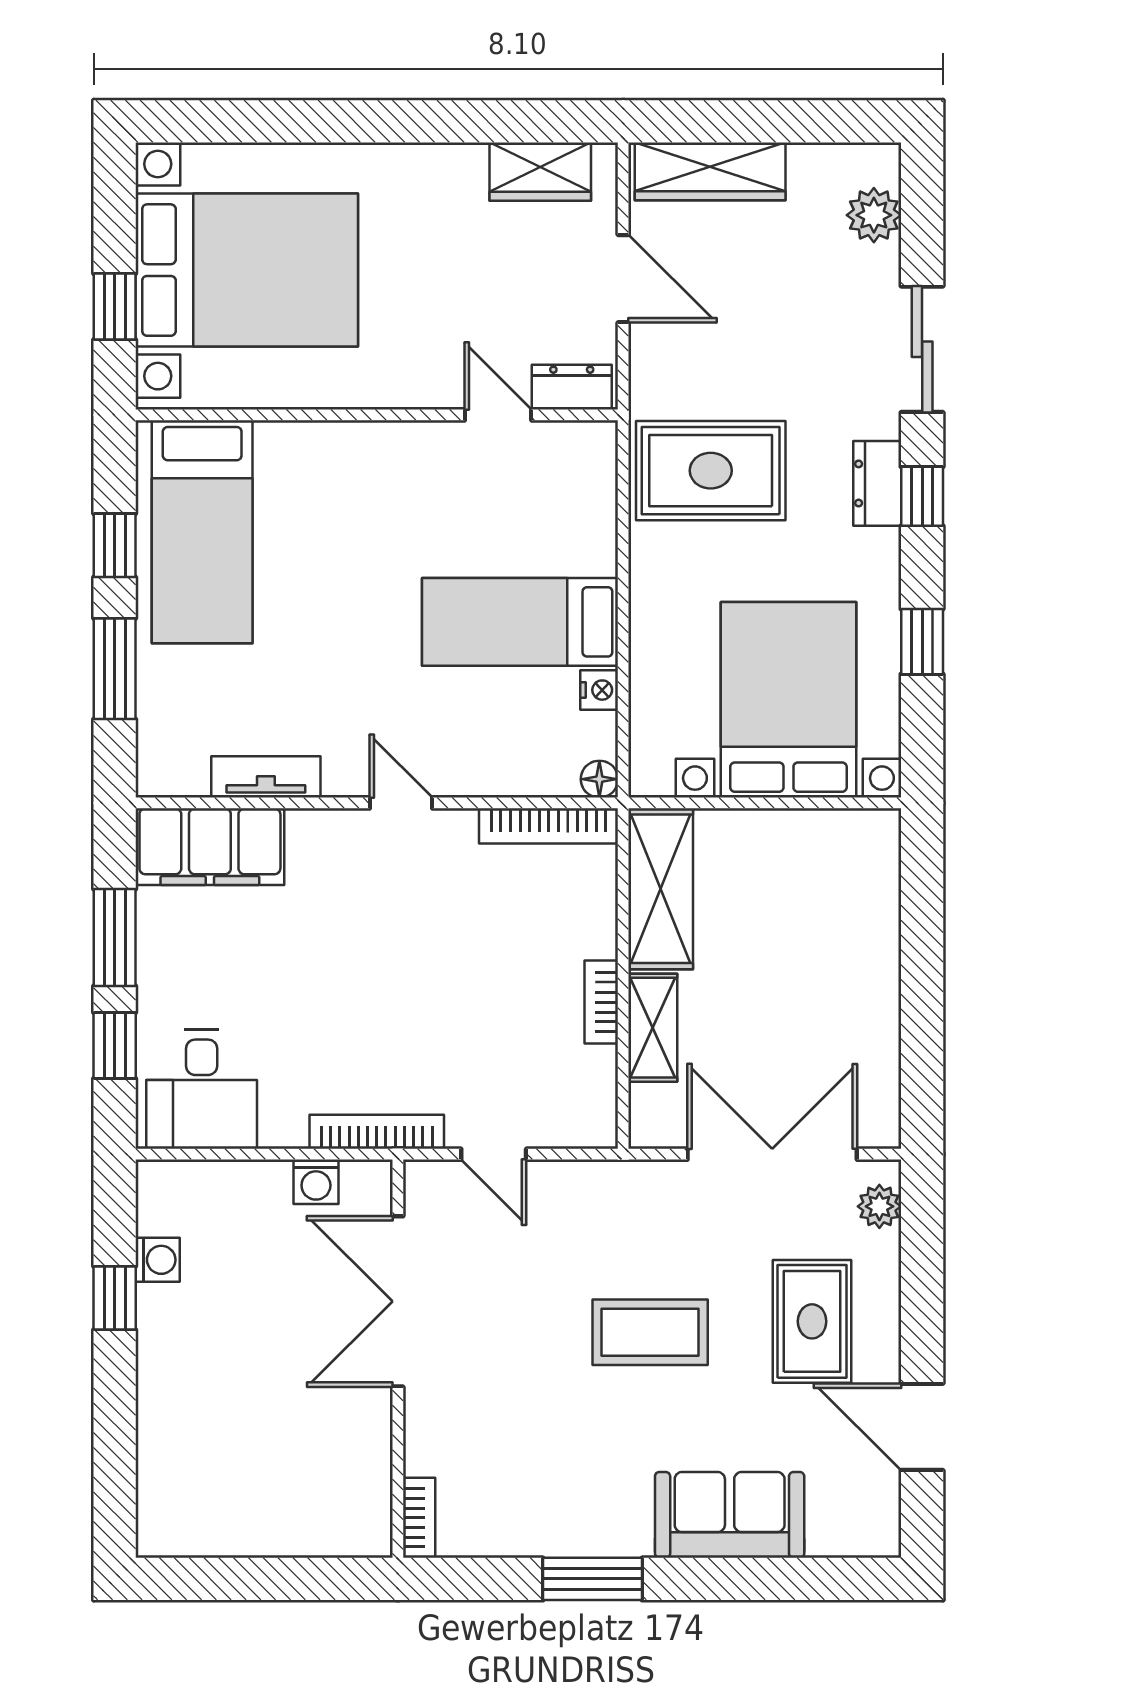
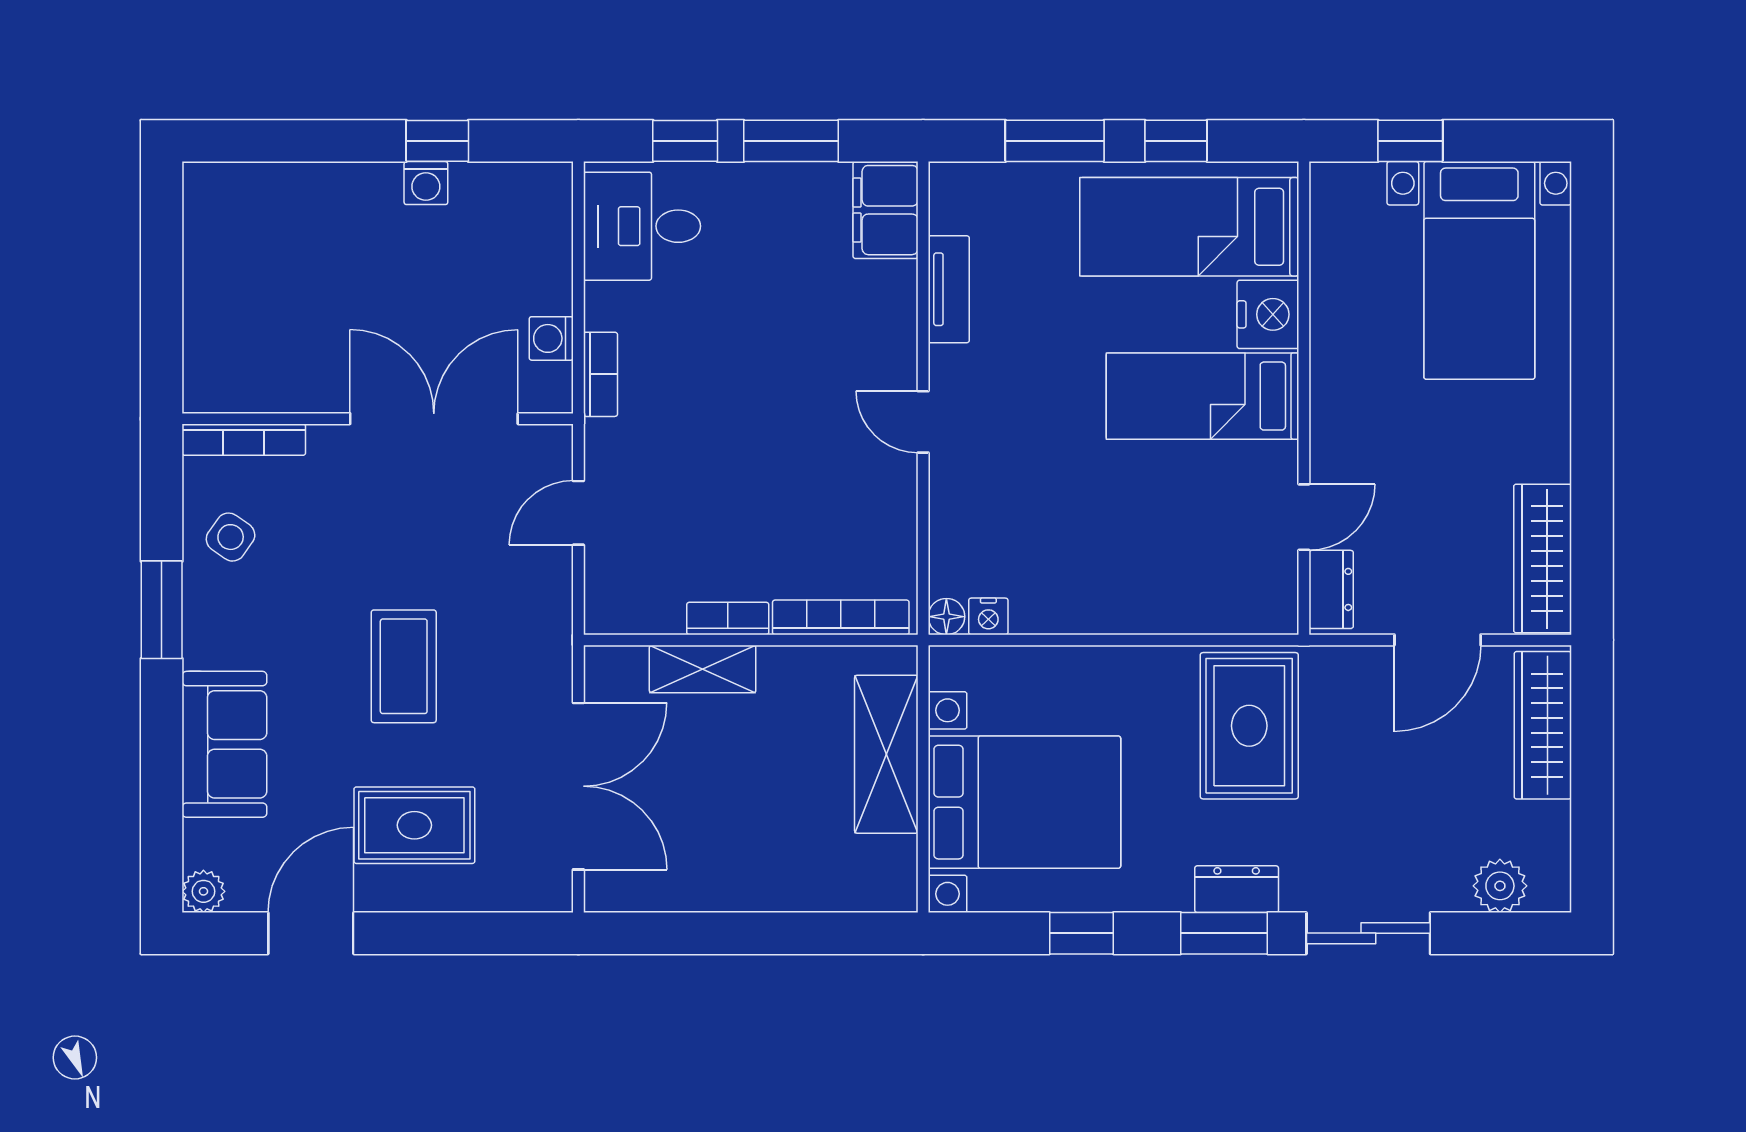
wardrobe: (540, 172) -> (1543, 559), width x1.50
bed with nightstands: (247, 270) -> (1479, 270), width x0.73
nightstand: (291, 451) -> (1268, 314), added
window: (922, 496) -> (1224, 933), width x1.50
bed: (520, 622) -> (1203, 396), moved, turned -90
nightstand: (599, 690) -> (988, 616), moved
door: (401, 803) -> (923, 422), swing flipped
bookcase: (549, 826) -> (841, 617), moved, turned 90
filing cabinet: (210, 847) -> (886, 210), width x0.67, depth x0.86
shelving: (661, 889) -> (886, 754), moved, turned 90
bookcase: (377, 1132) -> (600, 374), width x0.64
plant: (879, 1206) -> (203, 891), moved
washing machine: (158, 1260) -> (426, 183), moved
side table: (518, 1509) -> (231, 537), added
bookcase: (419, 1518) -> (244, 440), width x1.56

